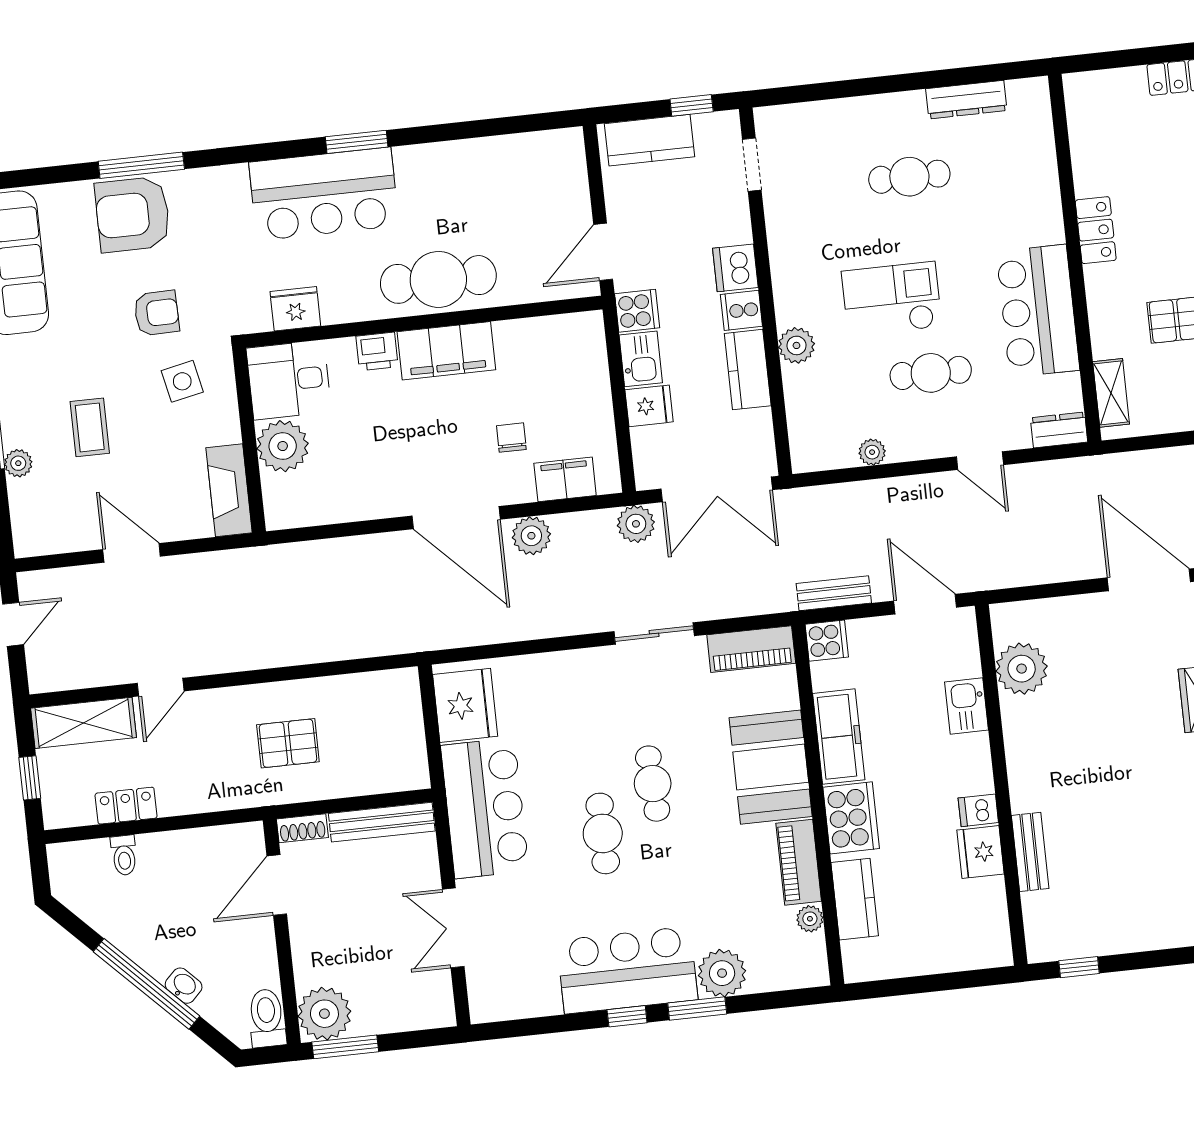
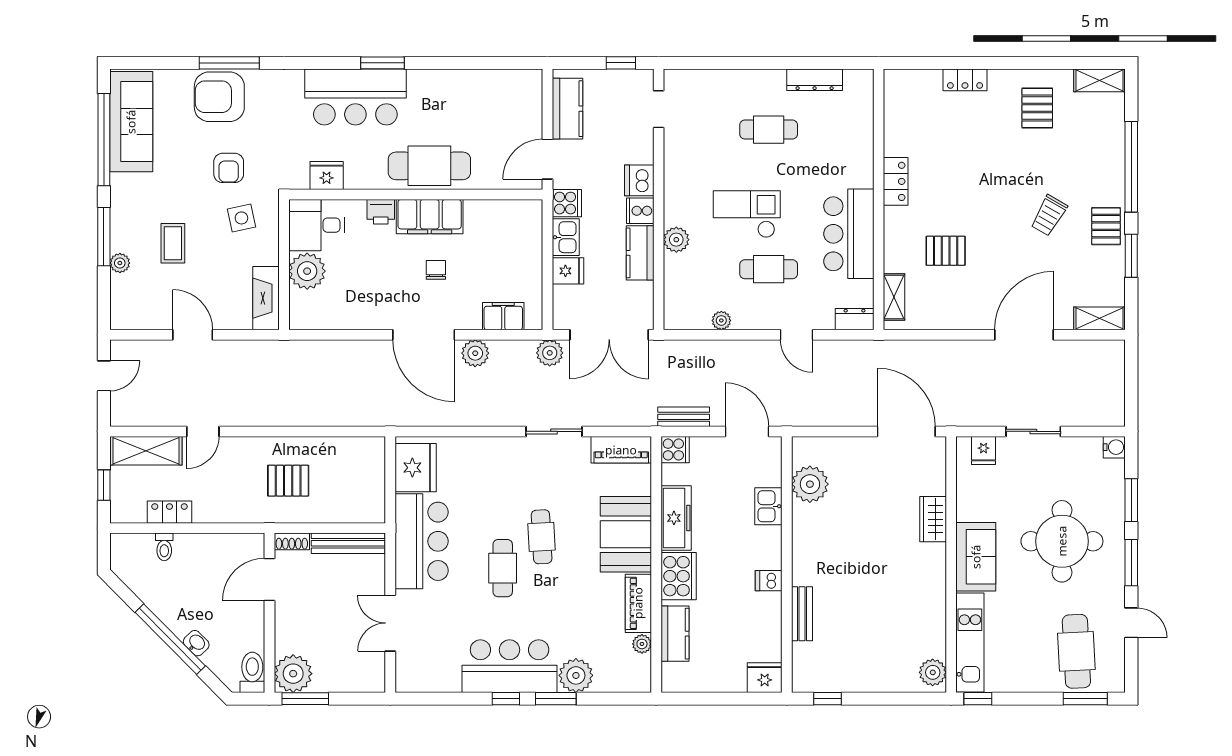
kitchen counter: (650, 140) -> (567, 109), moved, turned -90
armchair: (157, 313) -> (229, 168), turned 91
chair: (511, 438) -> (436, 270), moved
fridge: (980, 852) -> (765, 678), moved, turned 90

